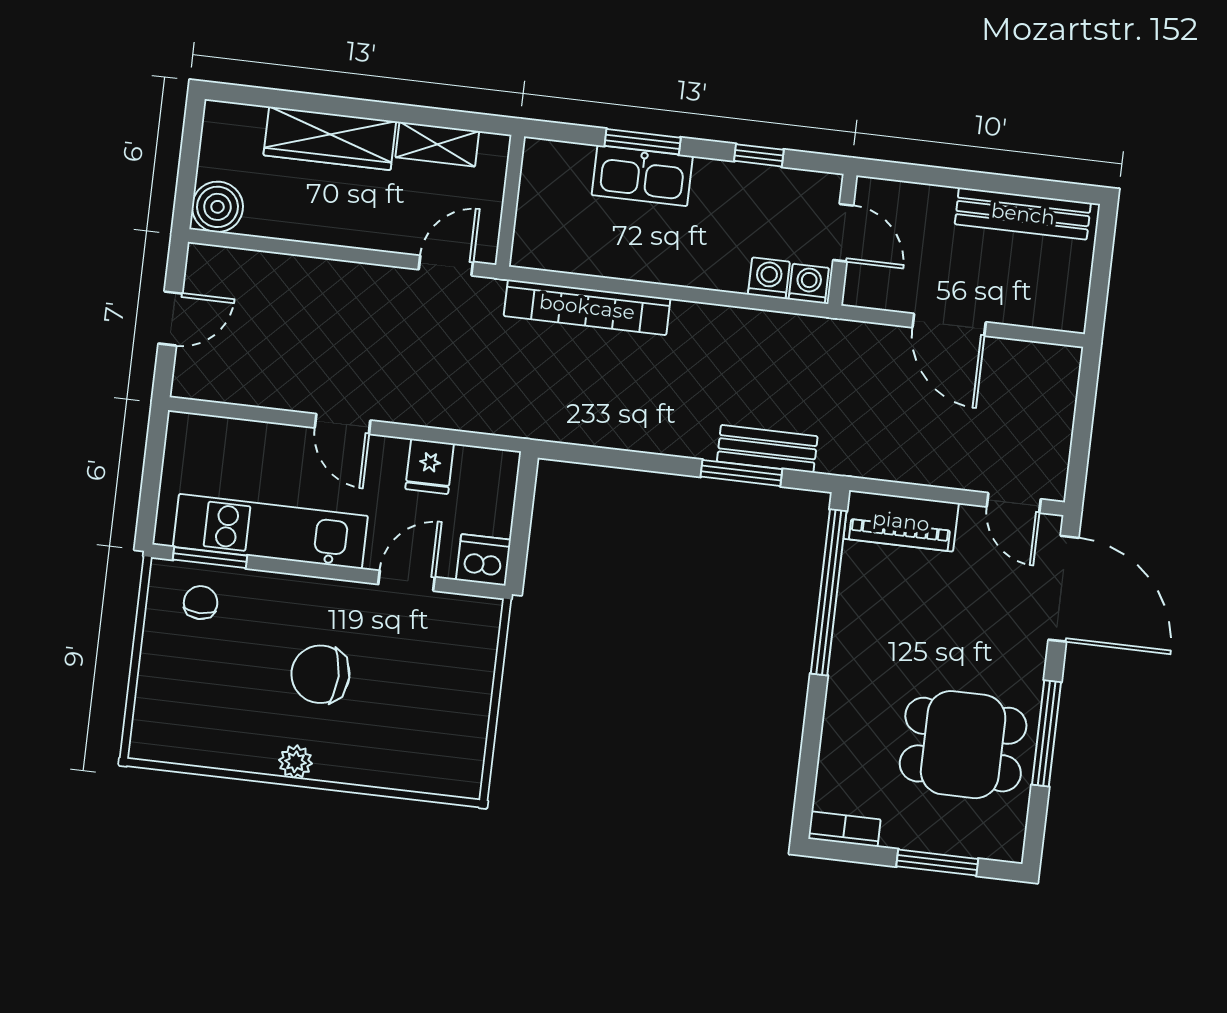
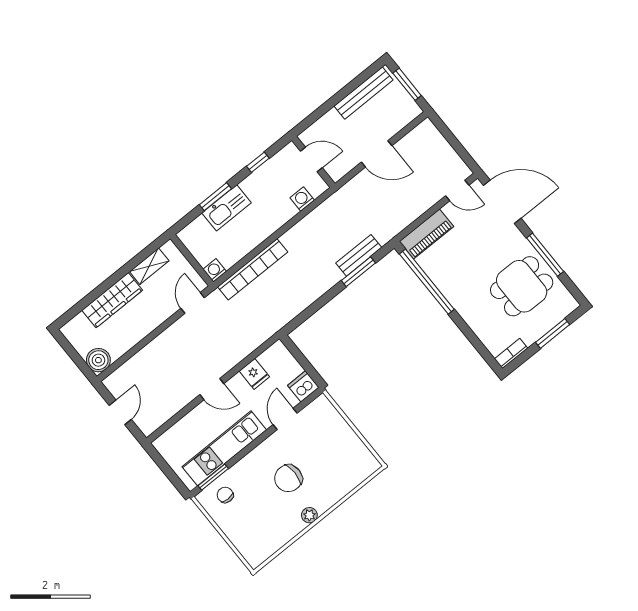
window: (1101, 267) -> (407, 84), added
washing machine: (809, 284) -> (215, 270), moved

